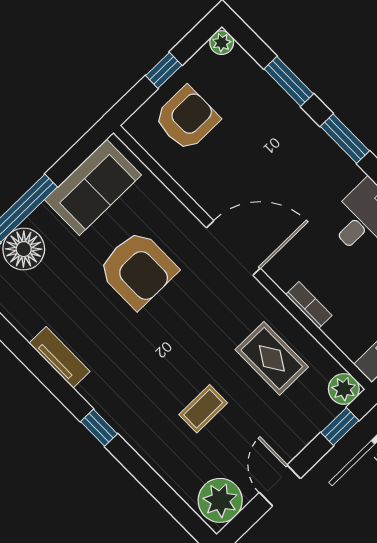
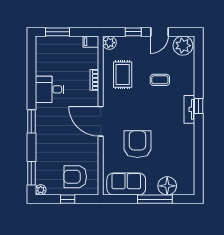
window: (289, 81) -> (31, 173), moved
tv unit: (59, 357) -> (189, 109), moved
window: (340, 427) -> (133, 32), moved

